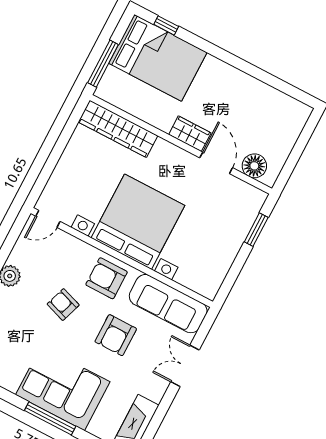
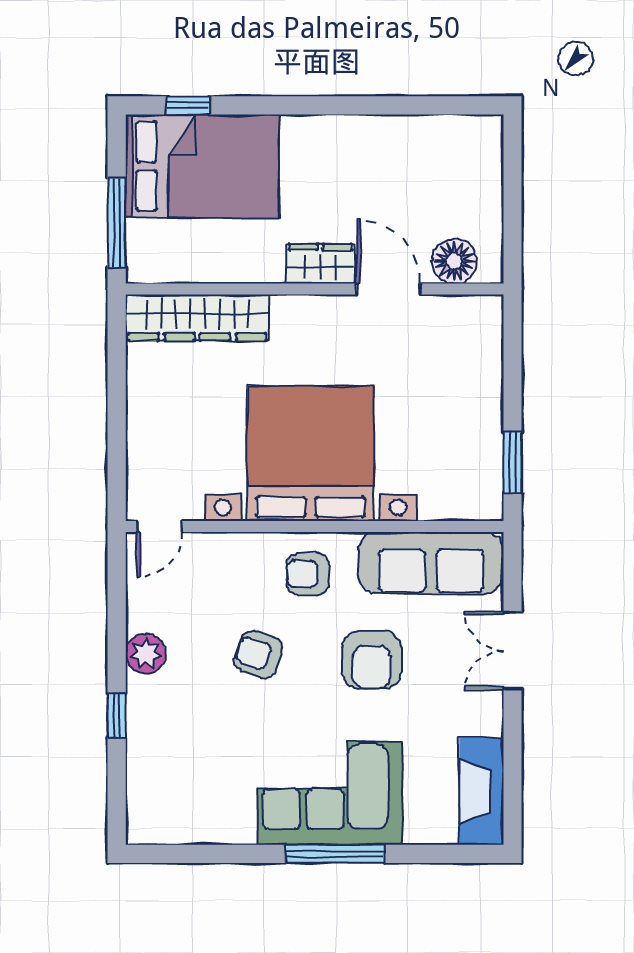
window: (256, 230) -> (512, 463), moved
armchair: (107, 278) -> (307, 574), width x0.72, depth x0.72

